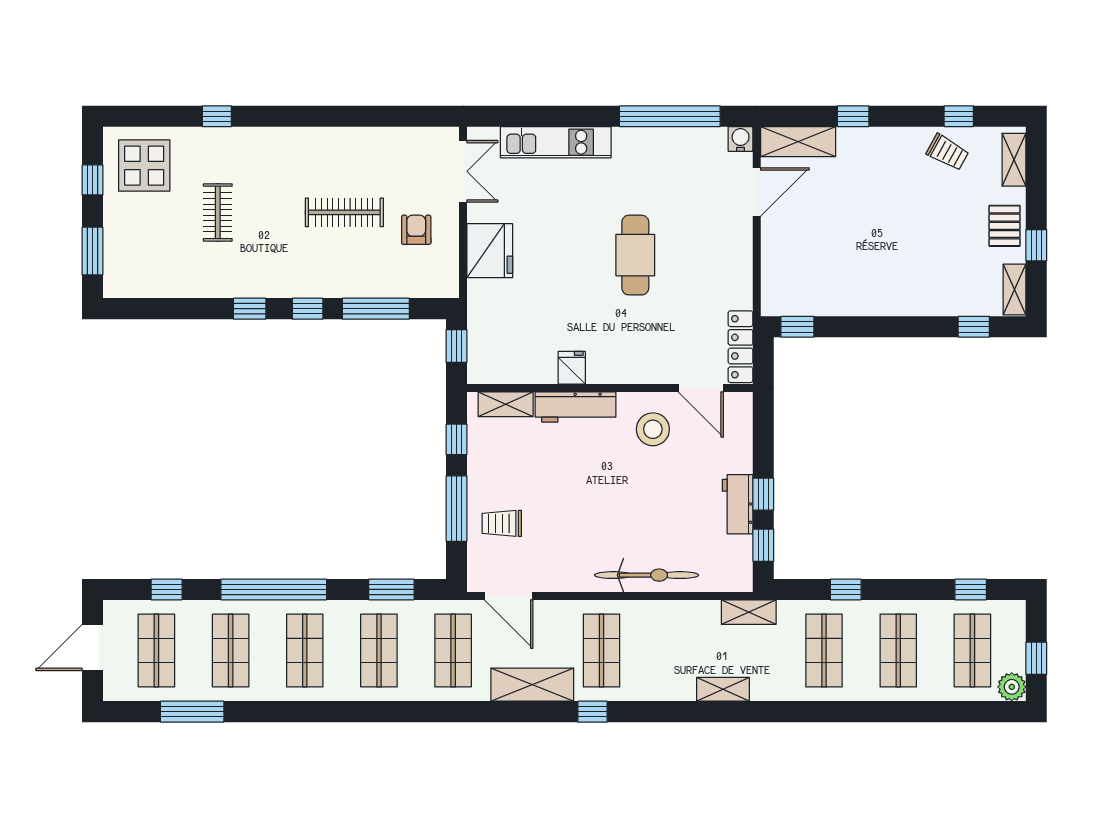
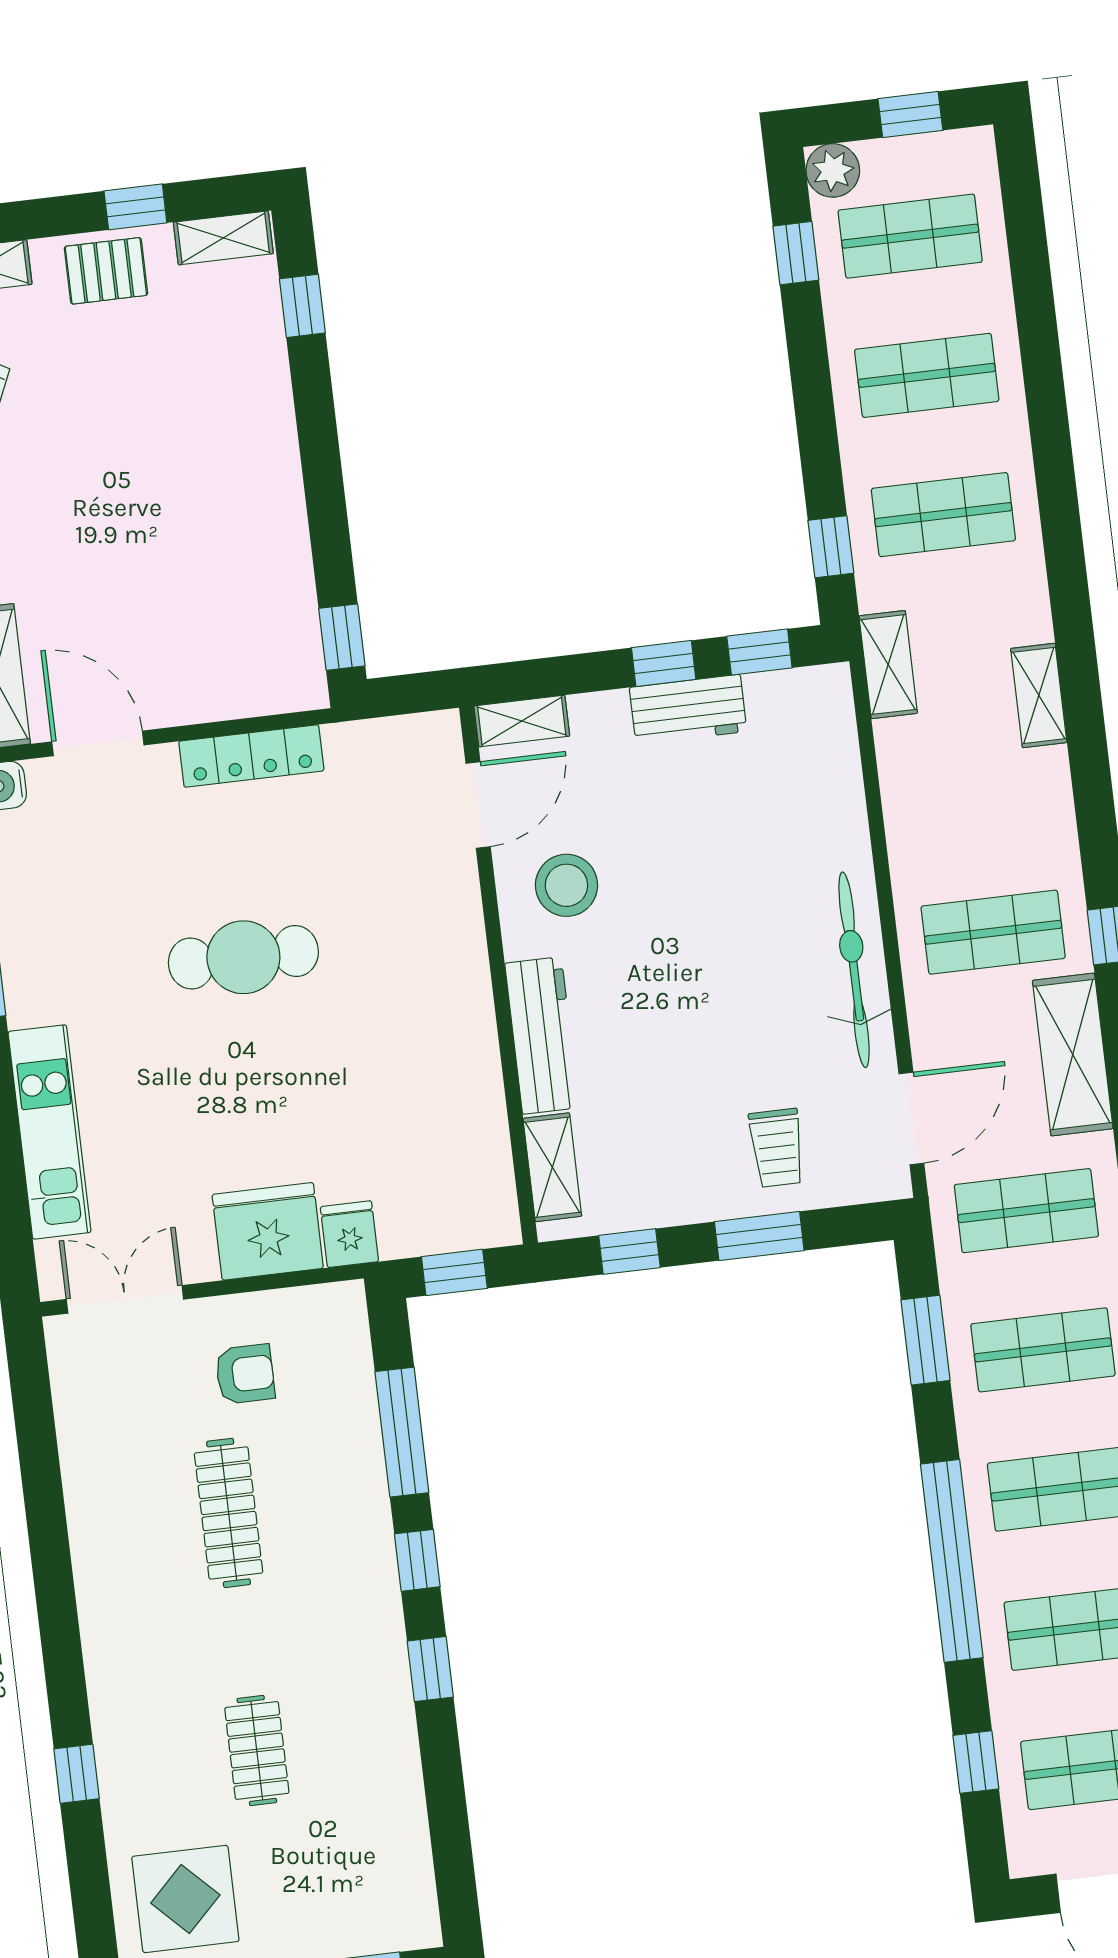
clothes rail: (218, 212) -> (257, 1750), turned 90
armchair: (416, 230) -> (245, 1374), turned 180
locker: (741, 347) -> (251, 756), moved
fridge: (572, 368) -> (349, 1234), moved, turned 90
shelving: (742, 416) -> (522, 721), added
window: (457, 509) -> (759, 1236), width x0.69
bicycle: (647, 575) -> (854, 970), moved
window: (846, 589) -> (831, 547), moved
plant: (1012, 687) -> (833, 170), moved

